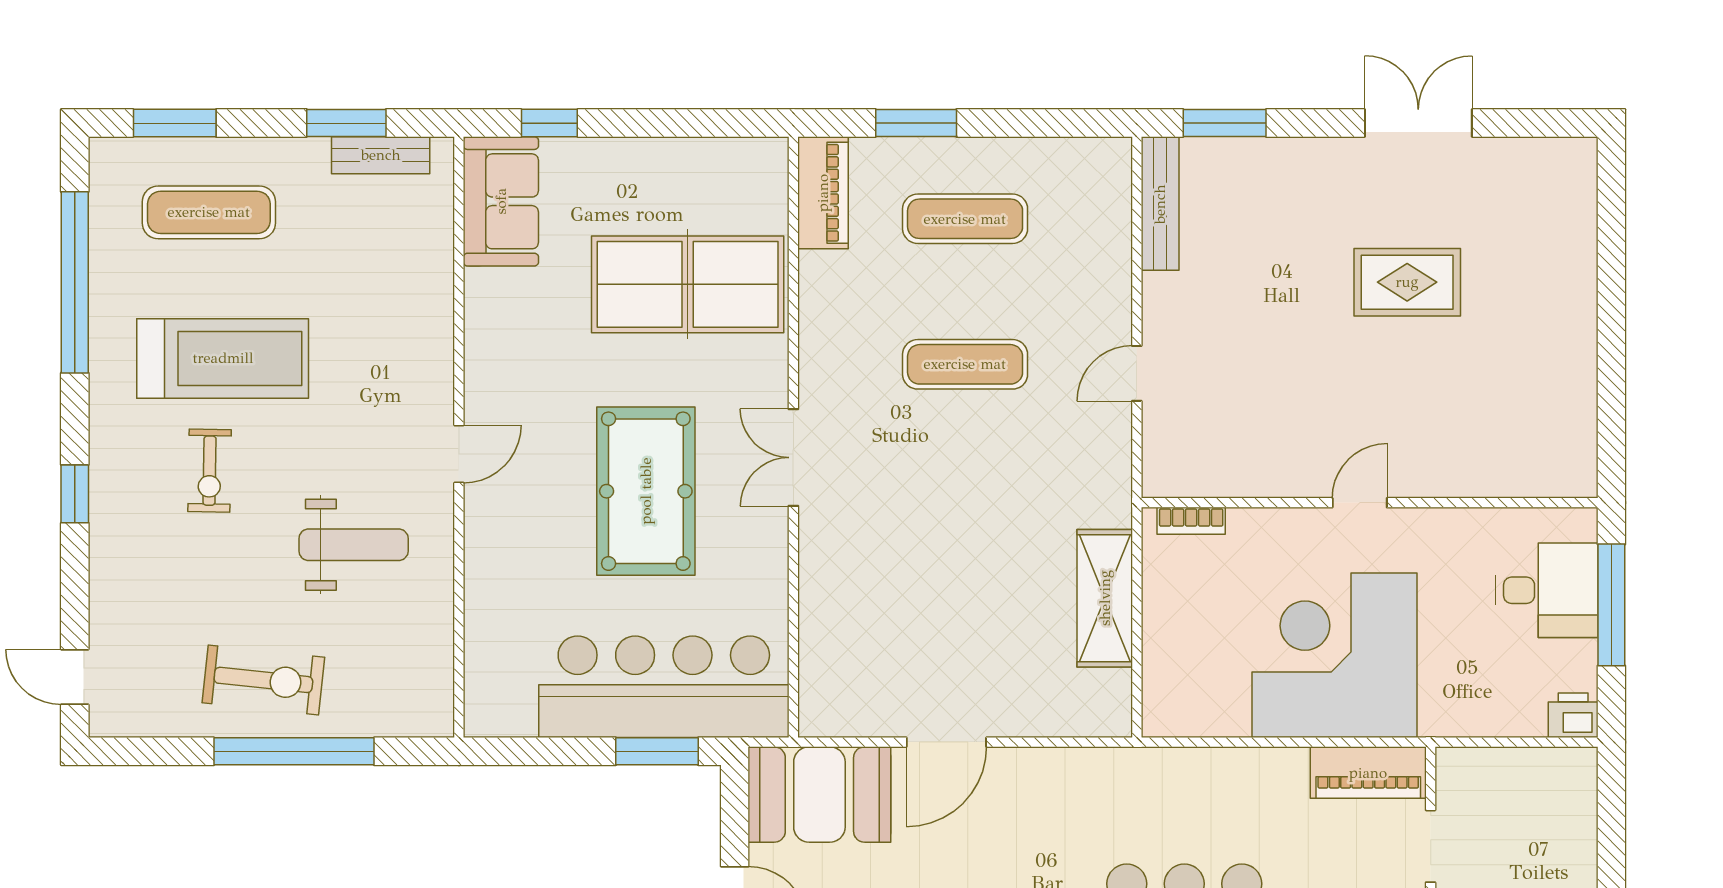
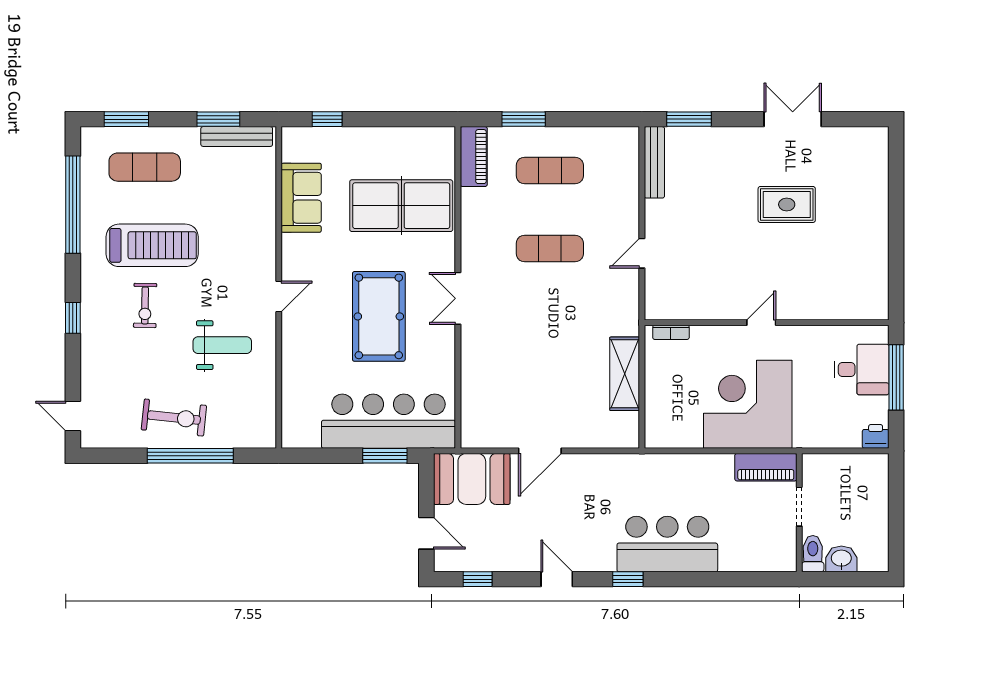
bench: (381, 155) -> (237, 136), width x1.36
sofa: (501, 201) -> (301, 198), moved

